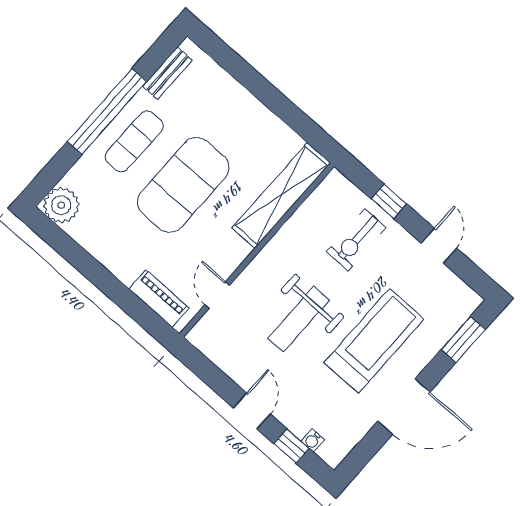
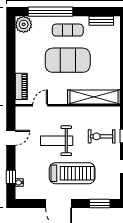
window: (107, 112) -> (51, 12), moved
door: (252, 411) -> (11, 138), moved

